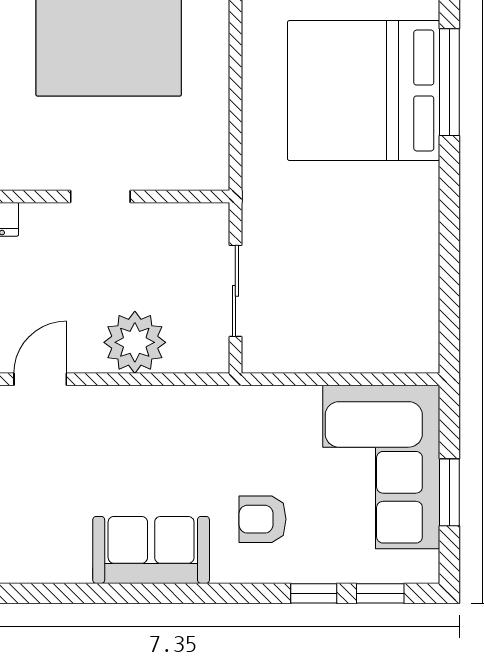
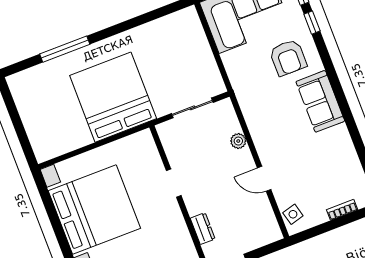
bed: (364, 91) -> (113, 97), moved, turned 180
plant: (135, 342) -> (238, 141), width x0.53, depth x0.53
armchair: (263, 519) -> (288, 58), width x1.38, depth x1.38

